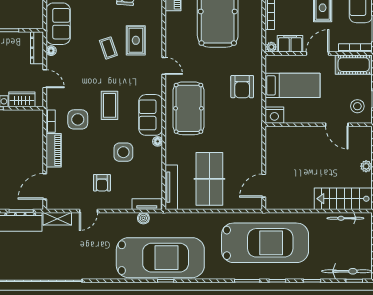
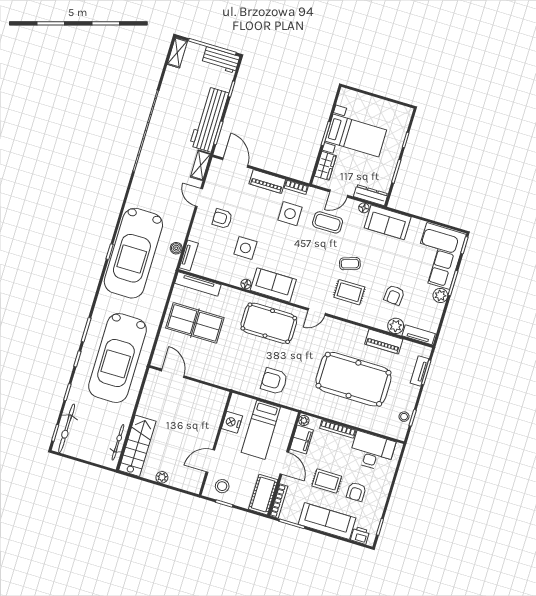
coffee table: (110, 105) -> (328, 222), moved
nightstand: (274, 115) -> (232, 422), moved

